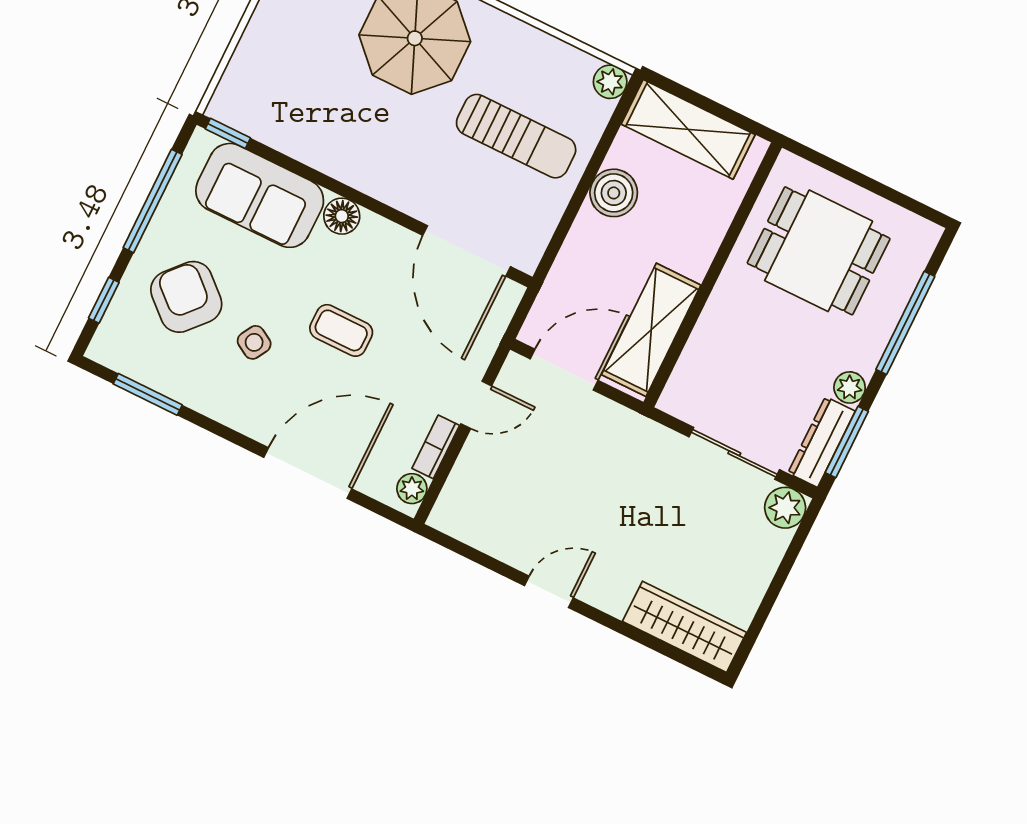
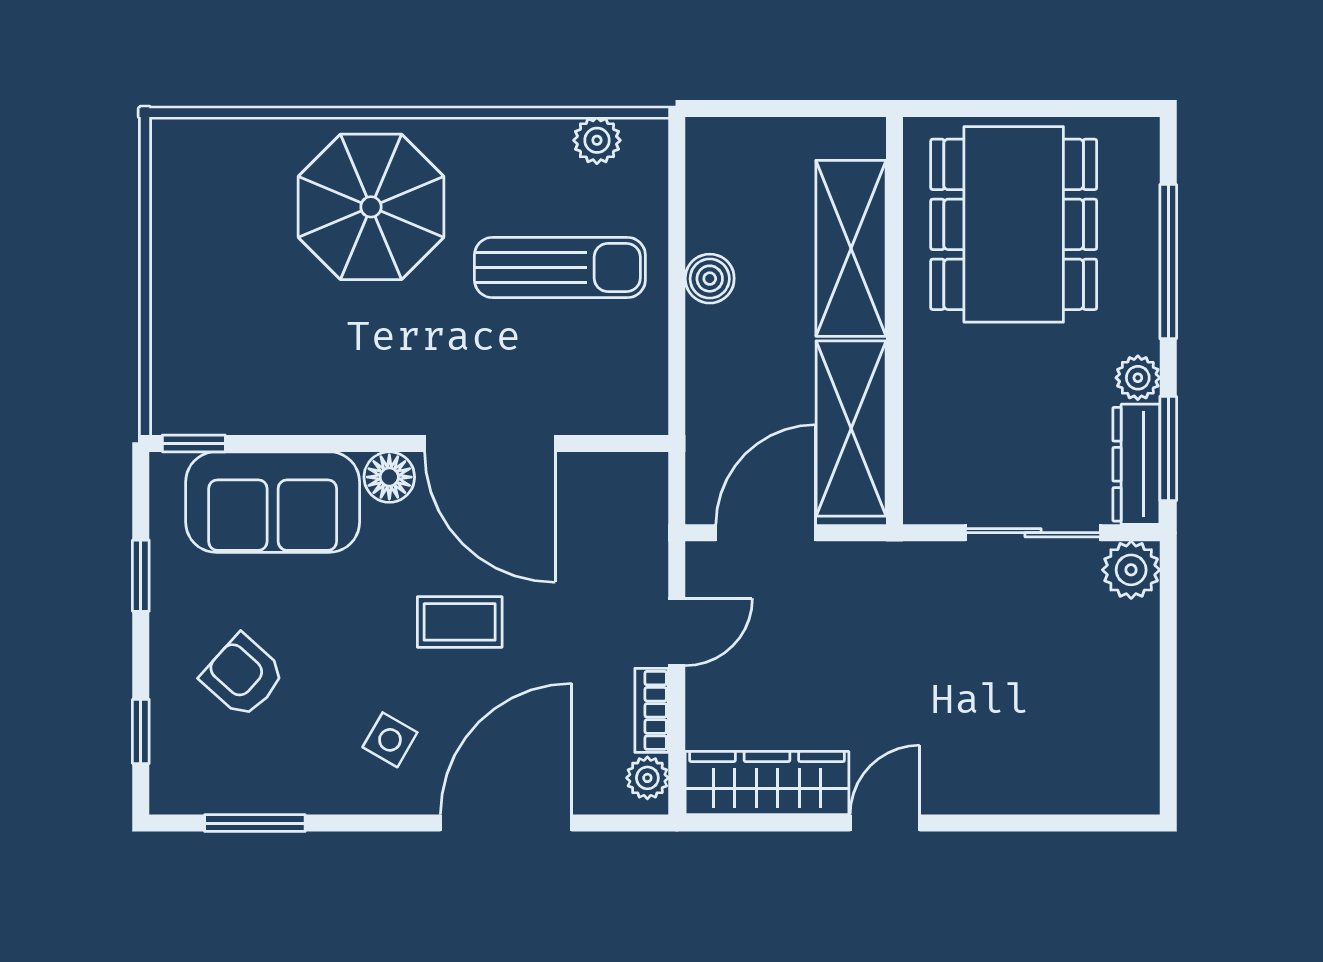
plant: (610, 82) -> (597, 140), moved
shelving: (688, 129) -> (851, 248), moved, turned 90
boiler: (614, 193) -> (710, 279), width x0.73, depth x0.73
window: (153, 201) -> (141, 576), width x0.46
door: (467, 251) -> (490, 443), moved
dining table: (819, 251) -> (1014, 224), width x1.38
armchair: (186, 297) -> (243, 676), width x0.72, depth x0.72
side table: (254, 342) -> (390, 740), moved
wardrobe: (684, 627) -> (767, 783), moved

